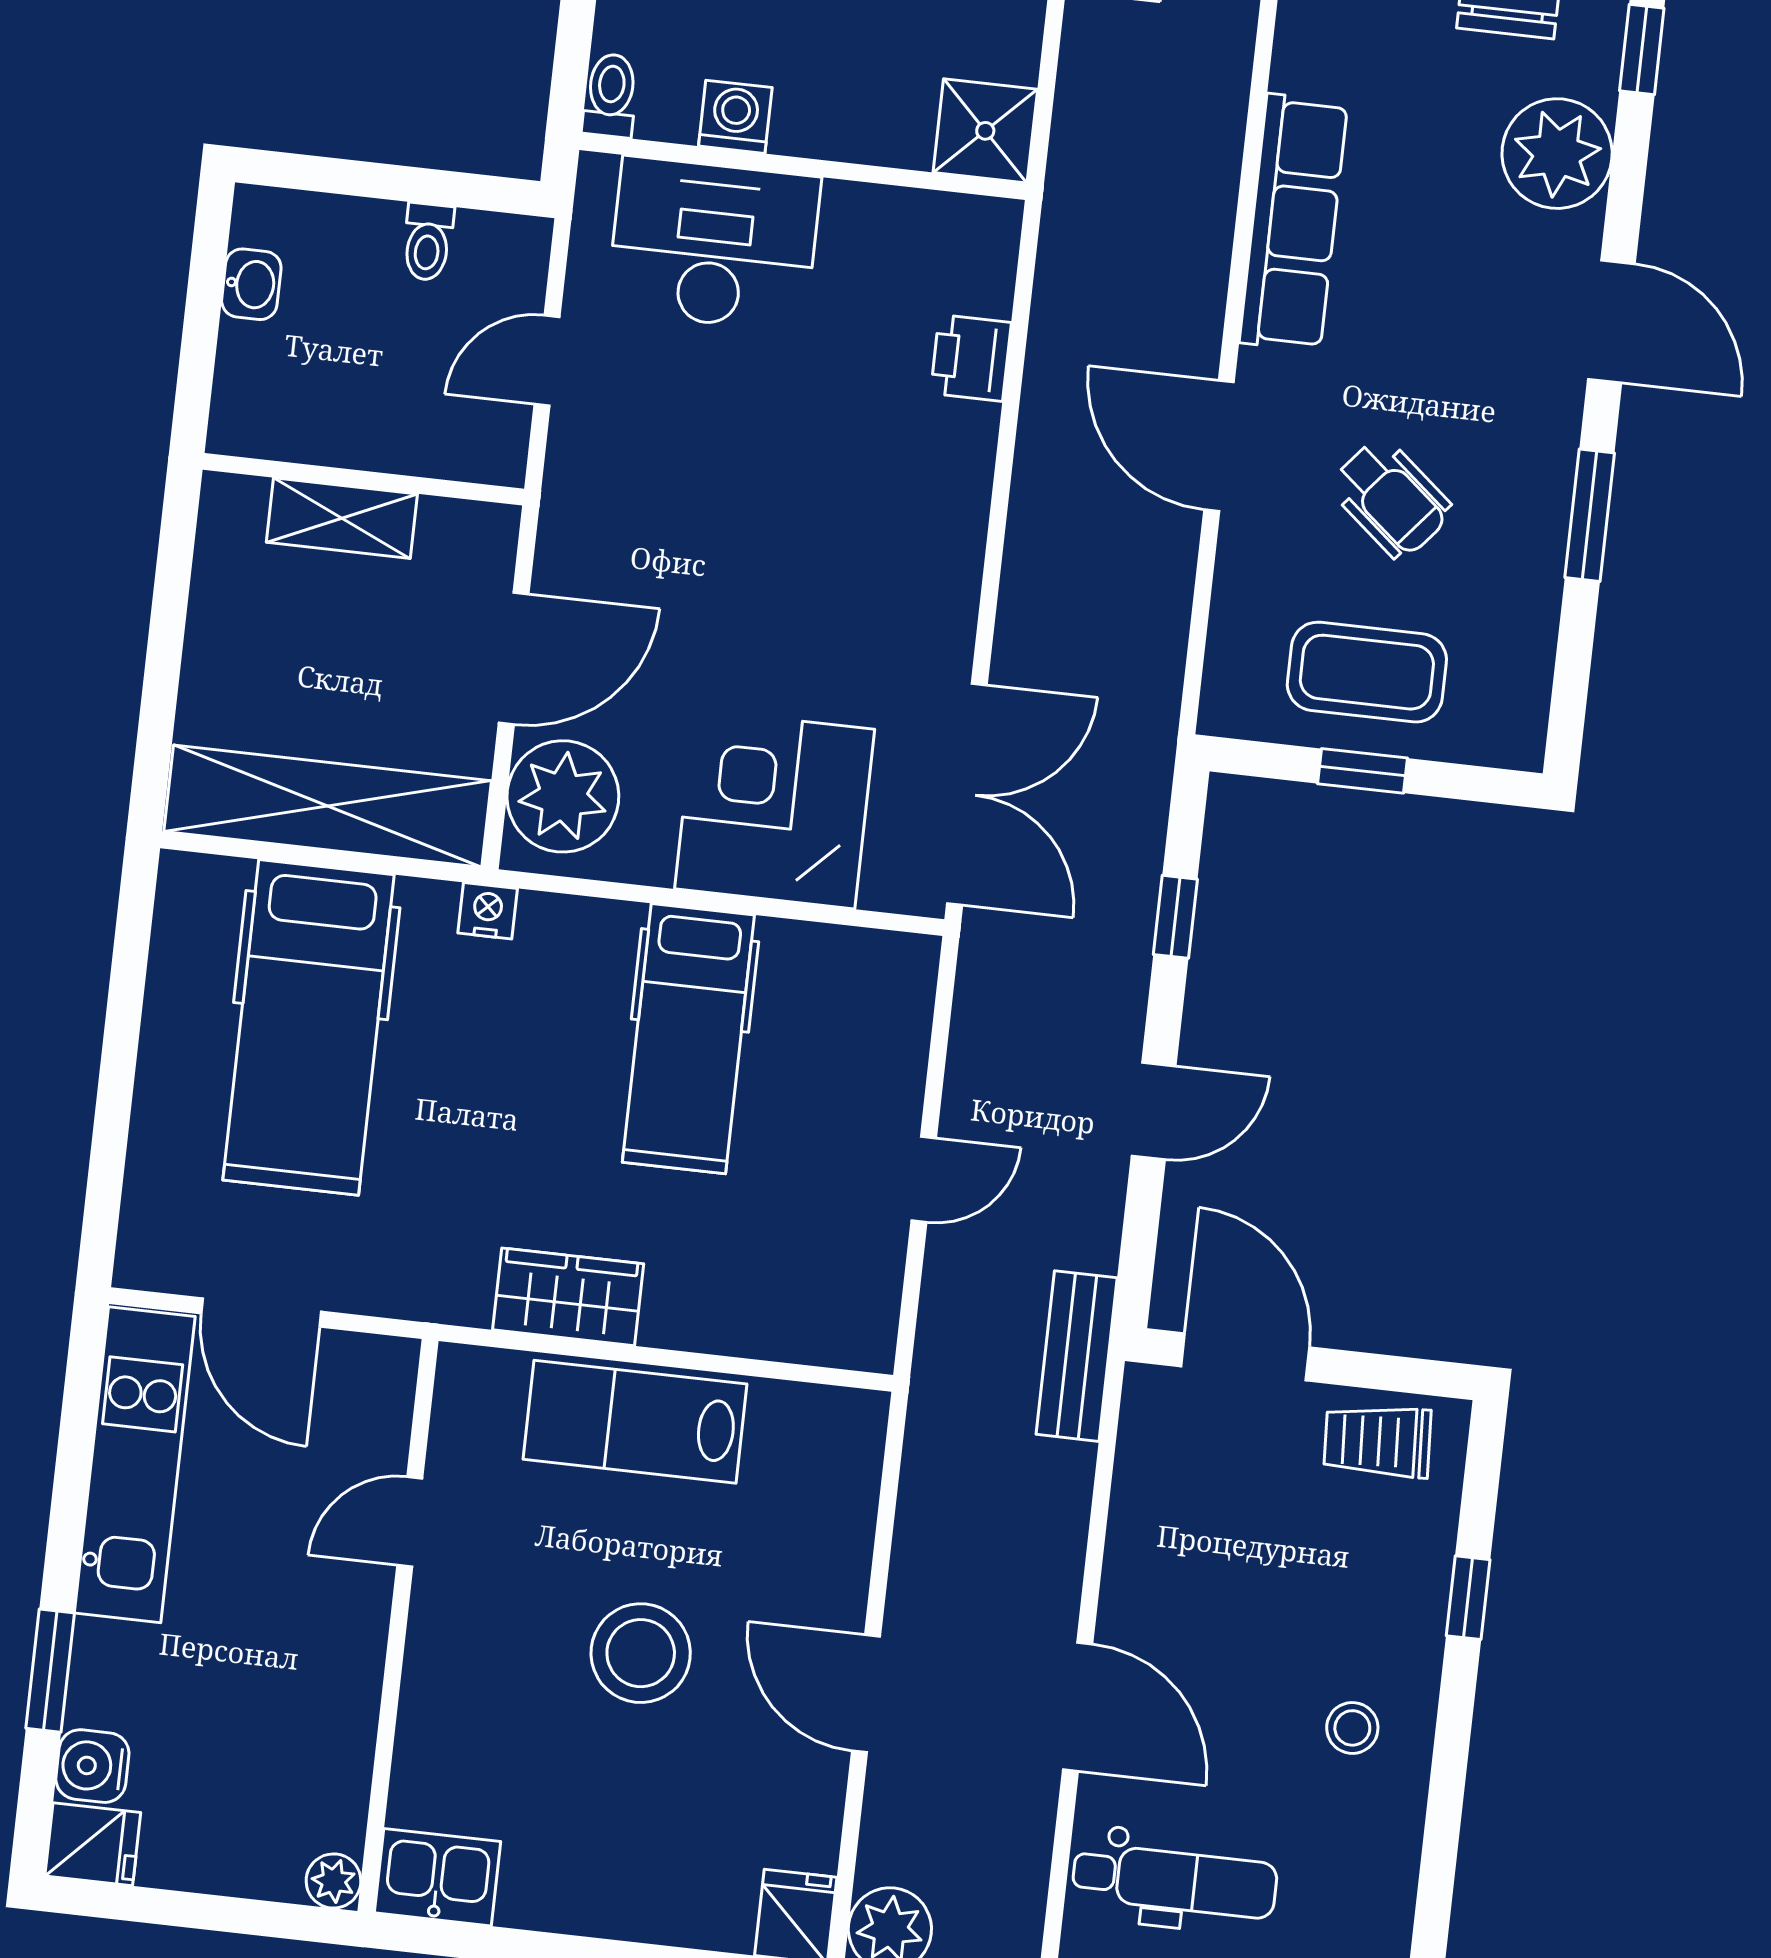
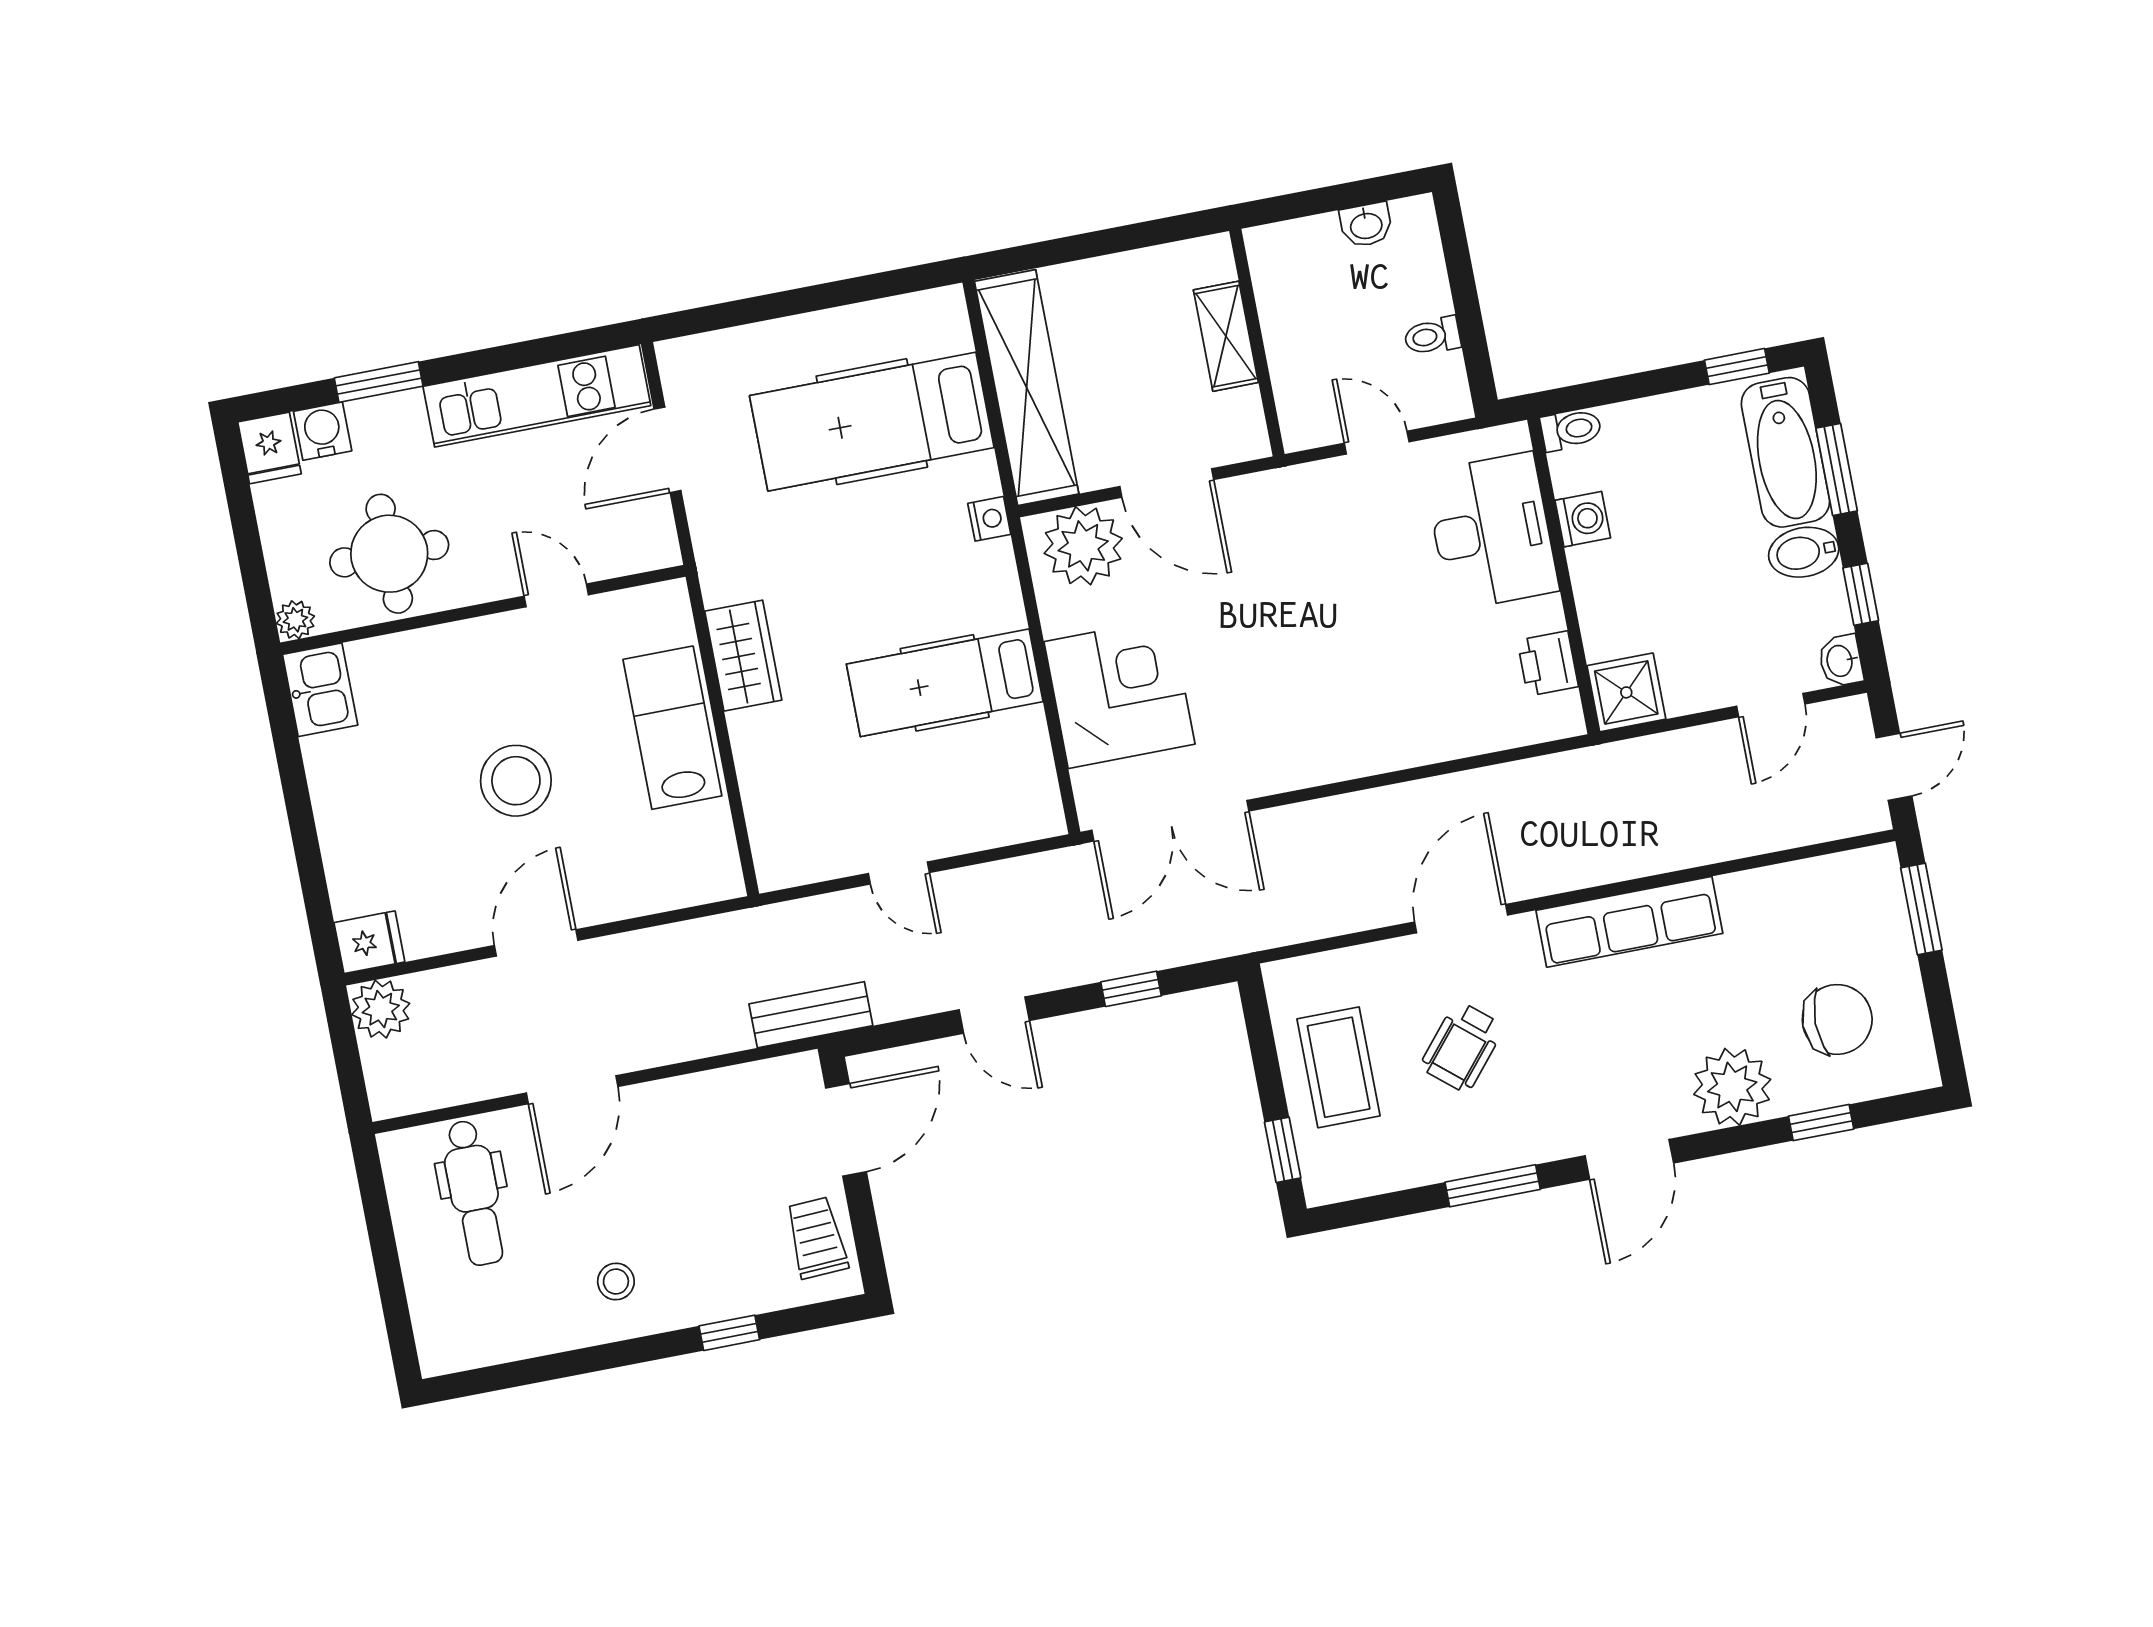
printer: (971, 358) -> (1548, 663), moved, turned -90
window: (1363, 771) -> (1283, 1150), moved
round table: (284, 1728) -> (389, 554), added

